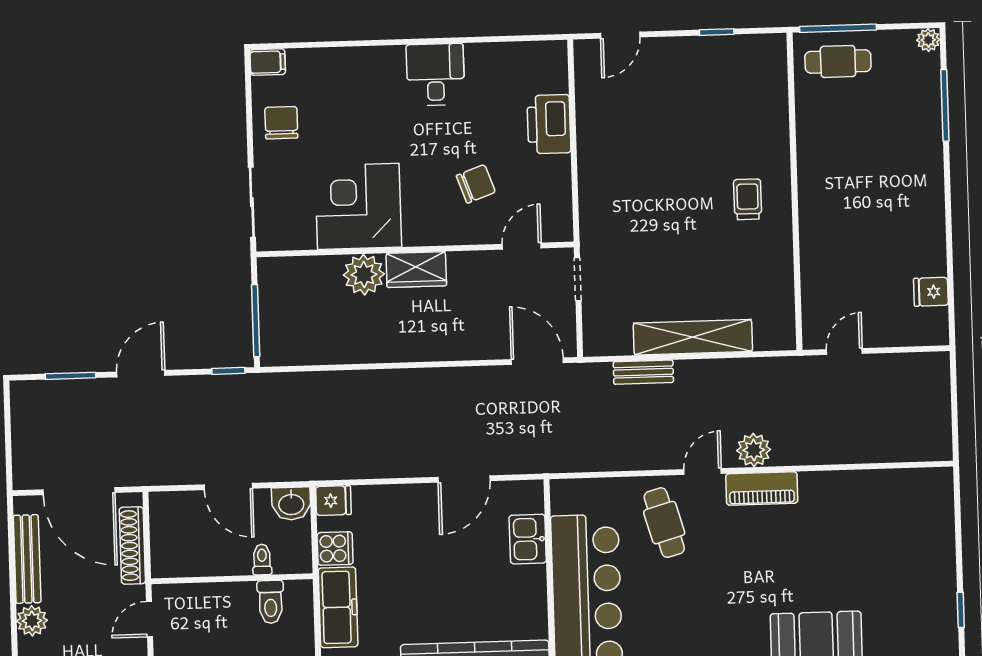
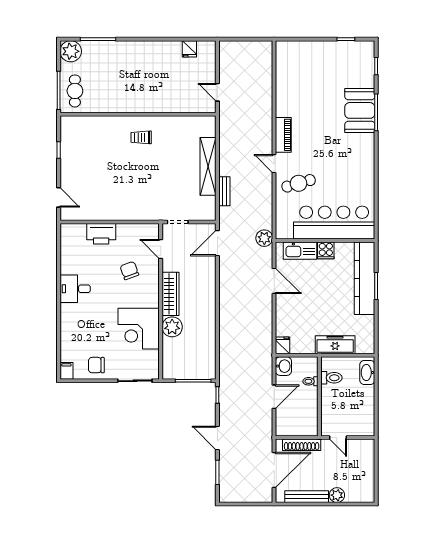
plant: (928, 40) -> (71, 51), width x1.88, depth x1.88
wardrobe: (416, 270) -> (171, 294), width x1.50
plant: (754, 450) -> (264, 238), moved
kitchen sink: (528, 539) -> (300, 251), width x1.38
cooker: (335, 549) -> (326, 250), moved, turned 180

